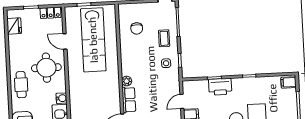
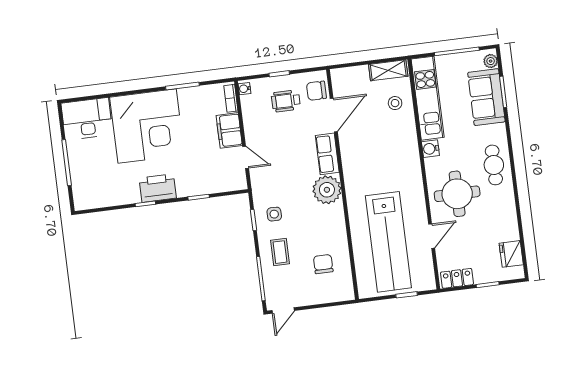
lab bench: (93, 40) -> (388, 242), turned 180
door: (65, 41) -> (432, 236), hinge flipped
plant: (127, 81) -> (327, 190), width x1.88, depth x1.88
filing cabinet: (289, 82) -> (84, 199), removed
printer: (220, 87) -> (158, 188), moved
door: (182, 101) -> (246, 157), hinge flipped

